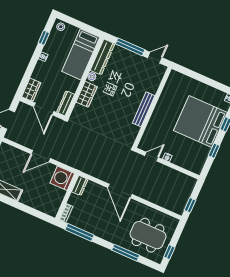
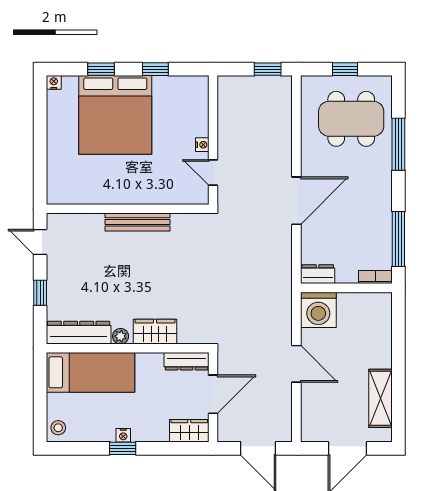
window: (44, 38) -> (123, 448), moved
window: (130, 47) -> (40, 293), width x0.46
dining table: (148, 235) -> (351, 119), turned 90
window: (169, 252) -> (345, 69), moved

